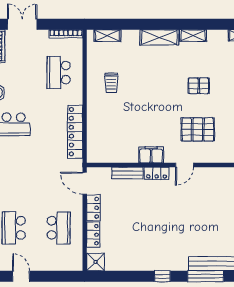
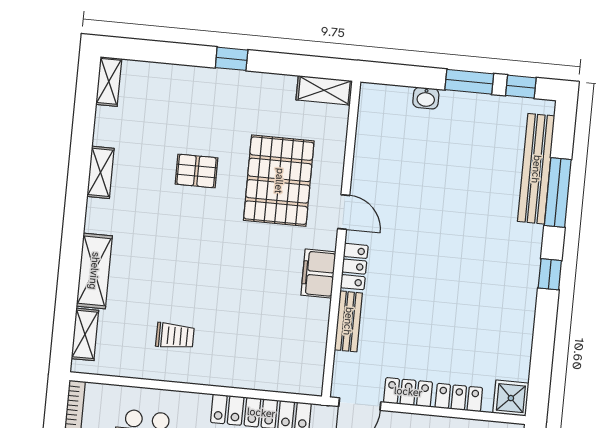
shelving: (159, 37) -> (94, 271), moved
pallet: (199, 86) -> (197, 171), turned 90
pallet: (198, 129) -> (279, 181), width x1.37, depth x1.41

